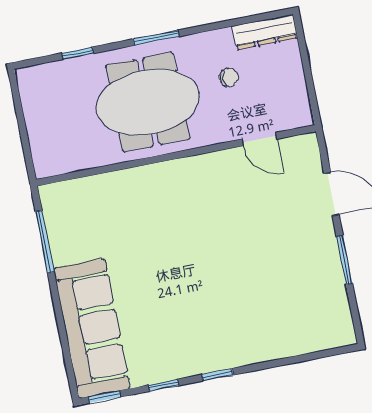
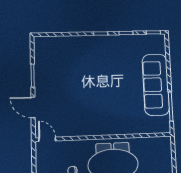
door: (259, 139) -> (47, 139), moved
sofa: (92, 328) -> (156, 85), moved

